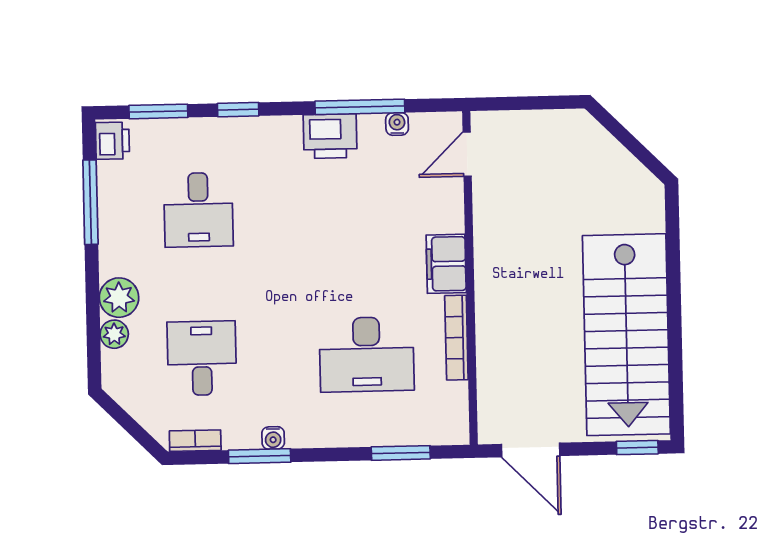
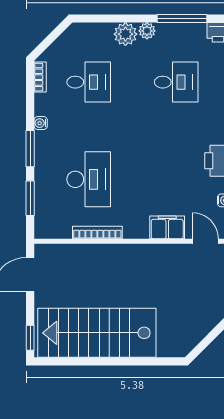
desk: (198, 210) -> (176, 82), turned 180
filing cabinet: (446, 264) -> (167, 227), moved
plant: (114, 334) -> (147, 31), moved
desk: (367, 354) -> (89, 179), turned 180
window: (260, 456) -> (30, 149), moved

